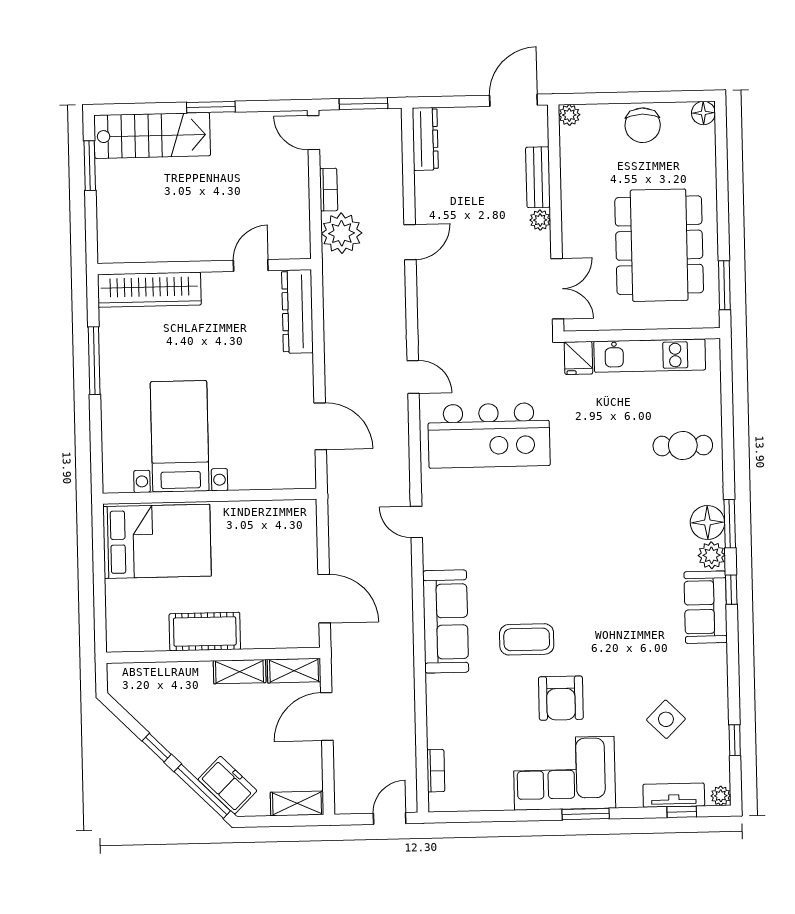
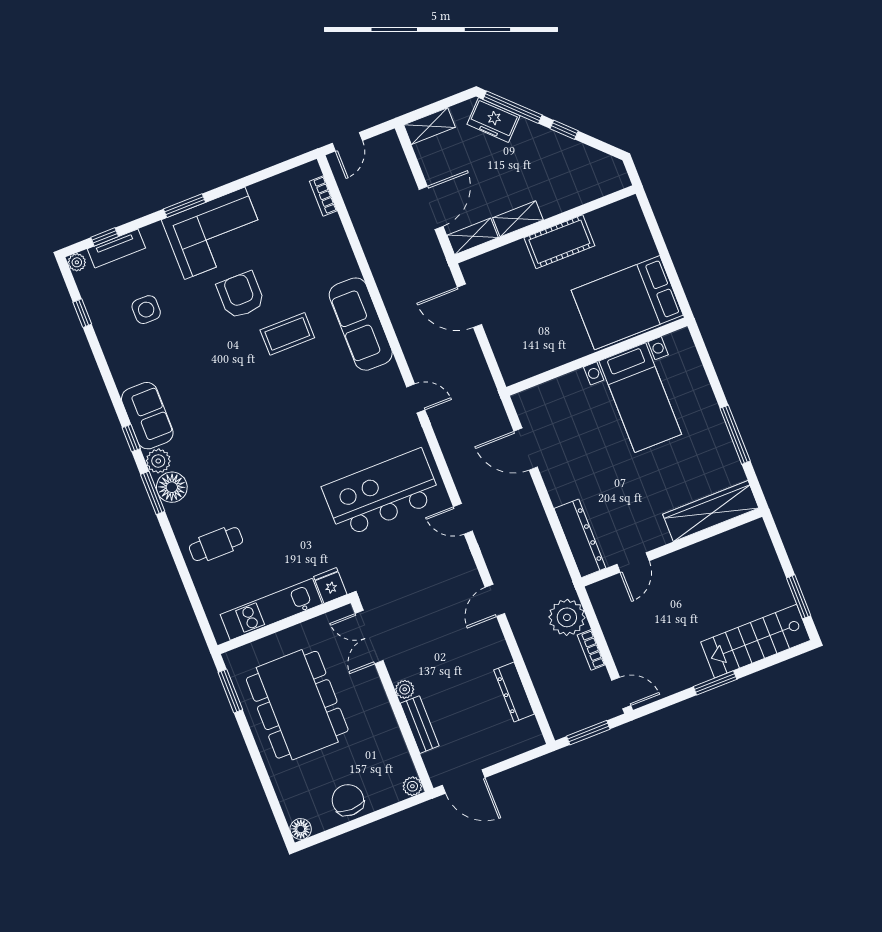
door: (514, 100) -> (464, 781), hinge flipped
dresser: (425, 139) -> (514, 692), moved
door: (410, 242) -> (495, 600), moved
side table: (666, 719) -> (146, 310), turned 45

